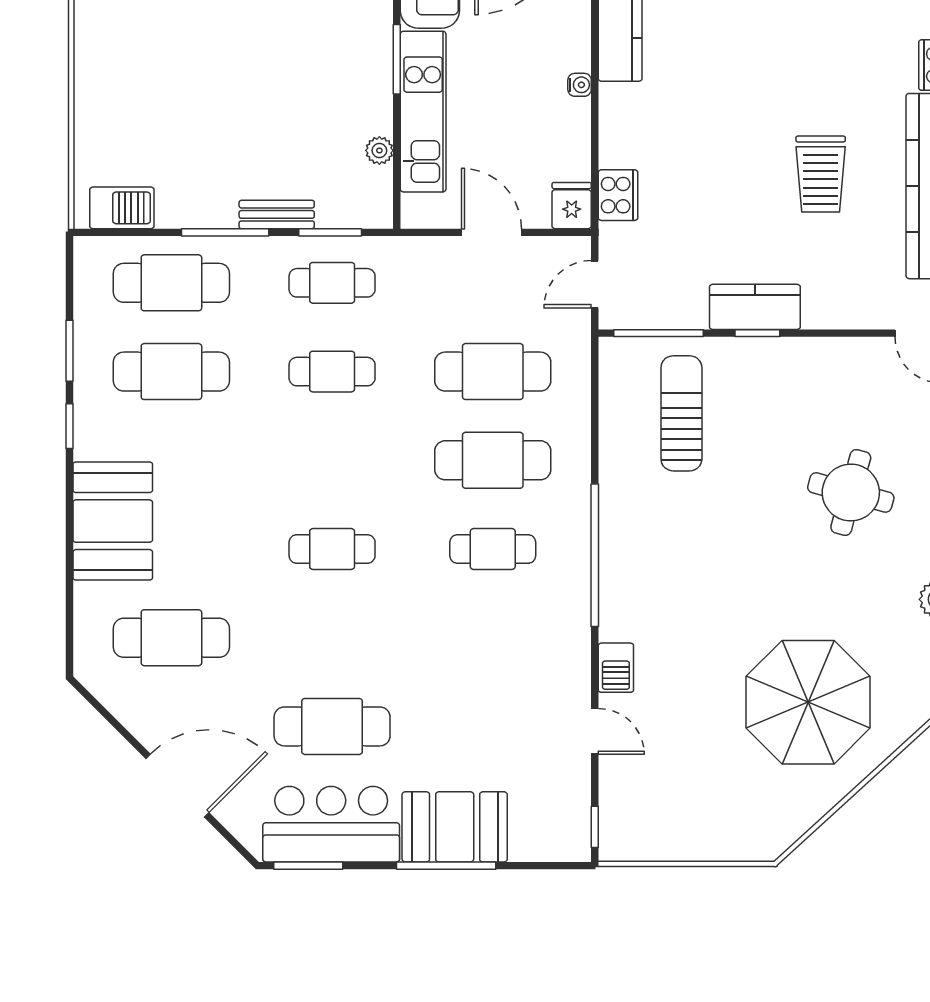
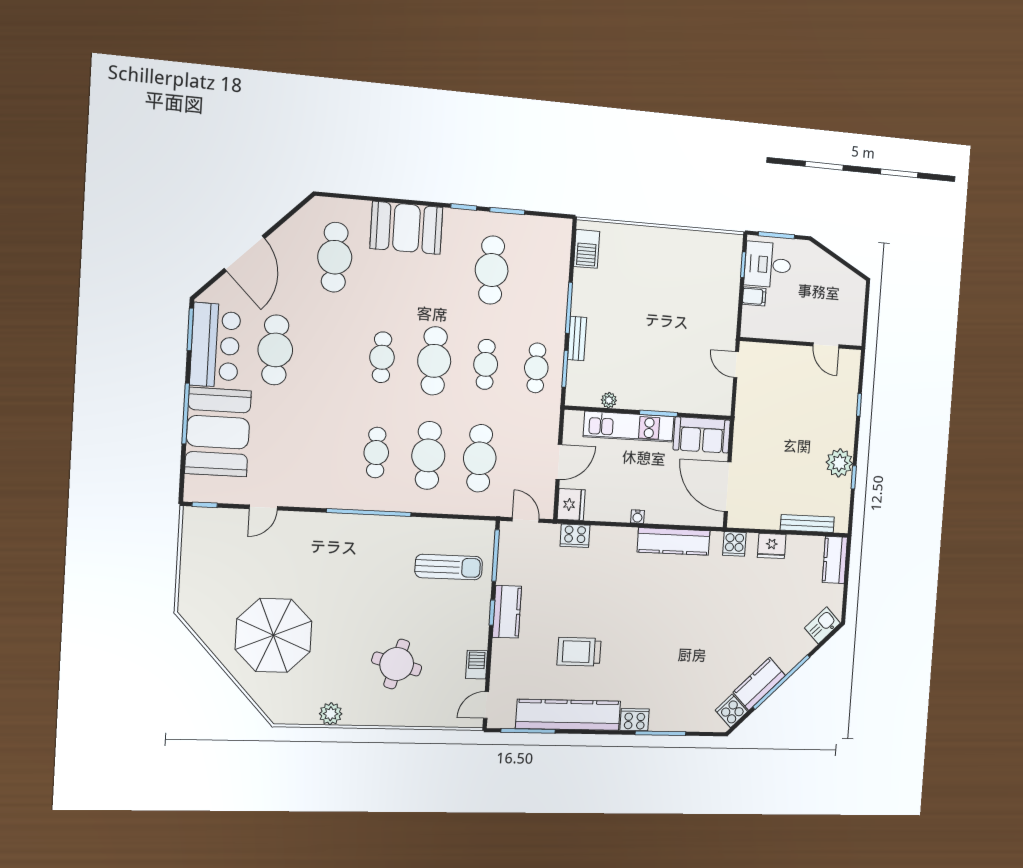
fridge: (572, 206) -> (571, 505), width x1.38
cafe table: (171, 283) -> (434, 361), moved
barbecue: (616, 668) -> (477, 665), moved, turned 90
booth: (455, 827) -> (218, 432), width x1.36, depth x1.42

